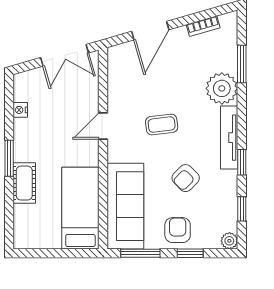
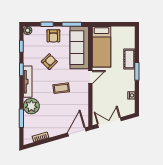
door: (150, 31) -> (77, 132), moved
door: (103, 126) -> (90, 77), moved

